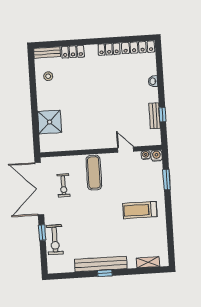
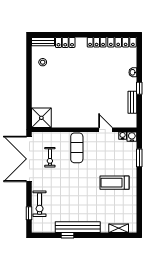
window: (162, 115) -> (139, 88), moved
shower: (50, 122) -> (41, 118), moved
window: (42, 233) -> (29, 213), moved
window: (105, 273) -> (67, 235), moved

